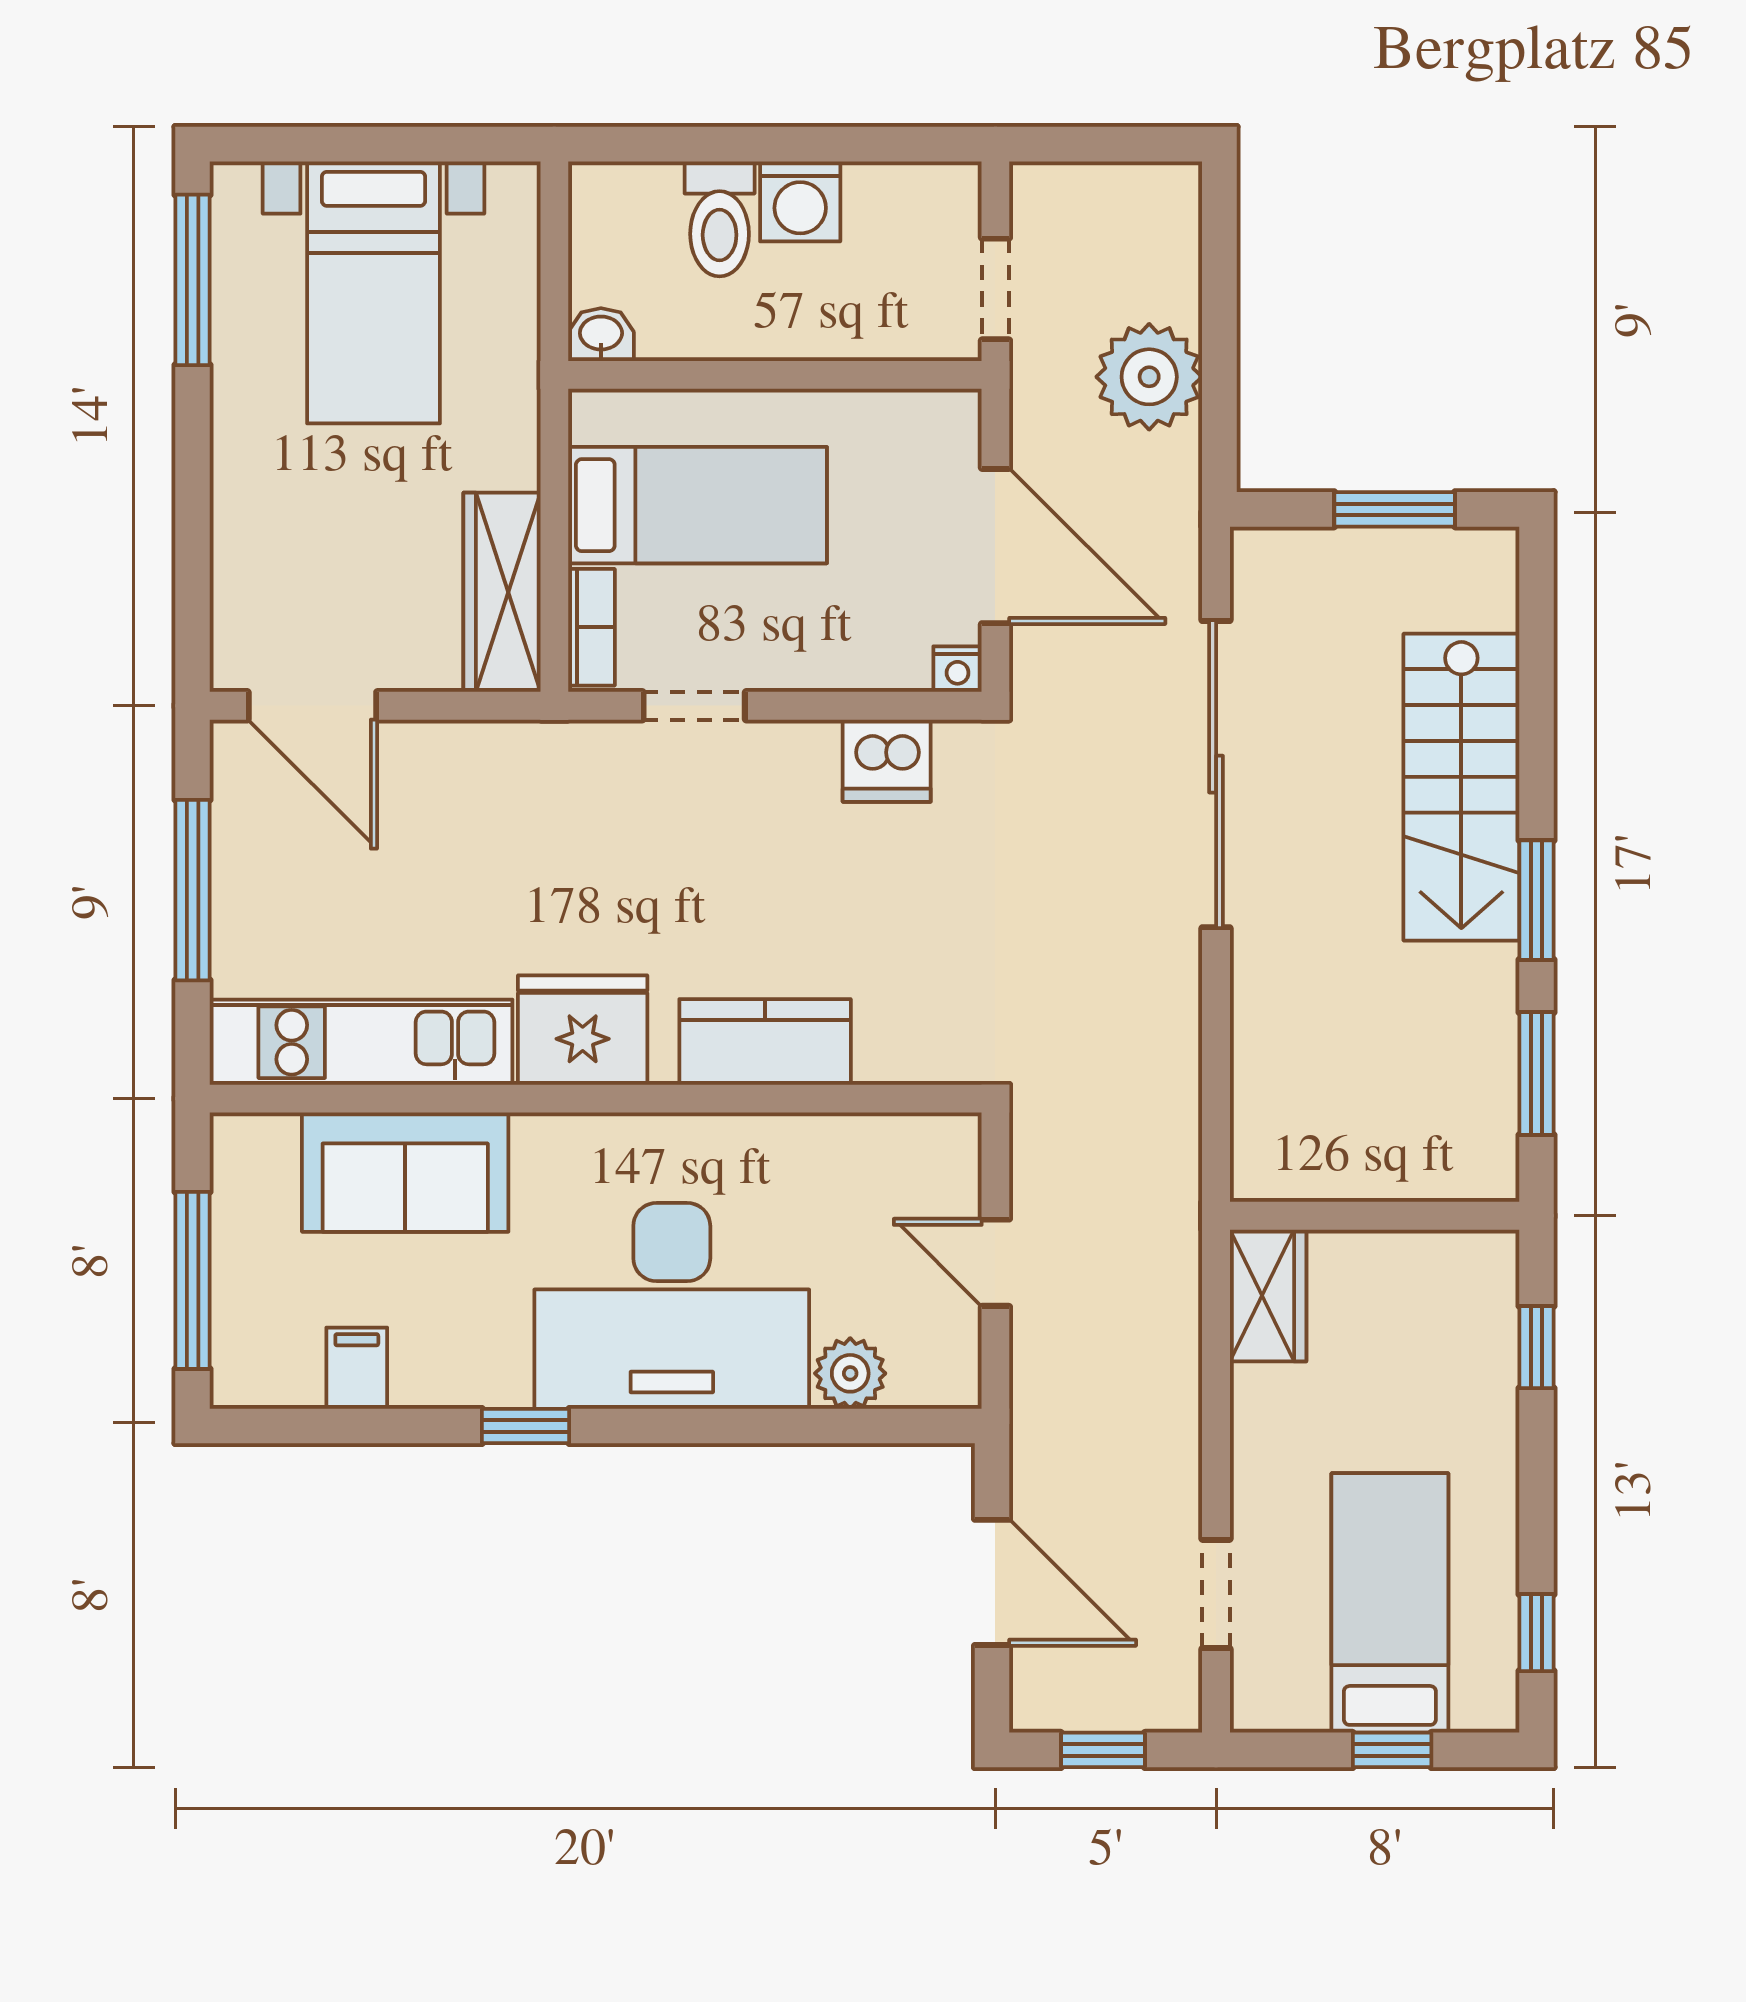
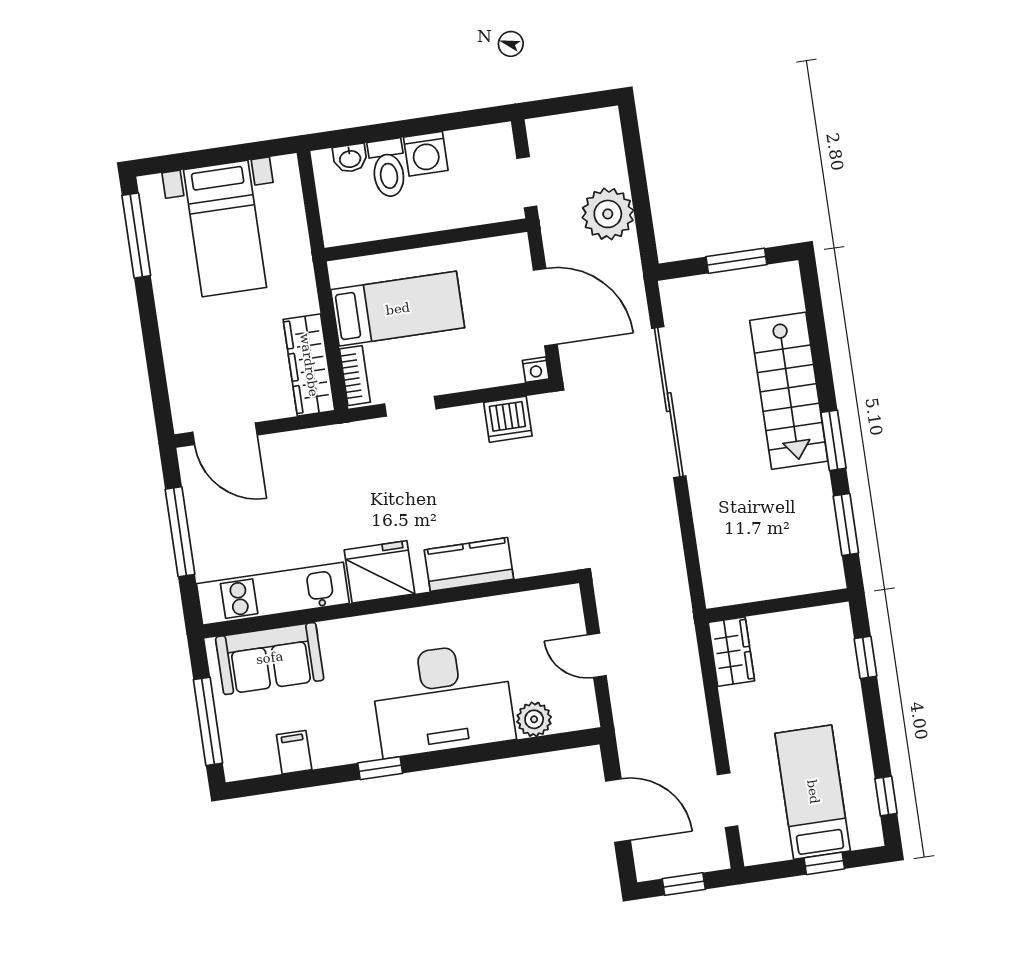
washbasin: (601, 335) -> (350, 158), moved, turned 180
sofa: (405, 1172) -> (270, 658), moved

